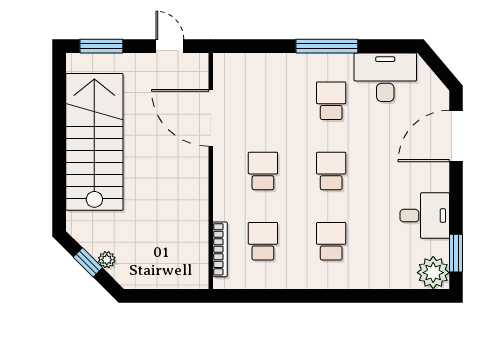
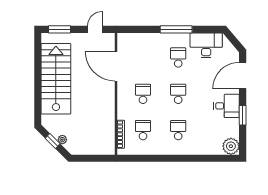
door: (170, 46) -> (95, 29), hinge flipped
desk: (425, 216) -> (226, 106), moved
window: (456, 253) -> (243, 115), moved

